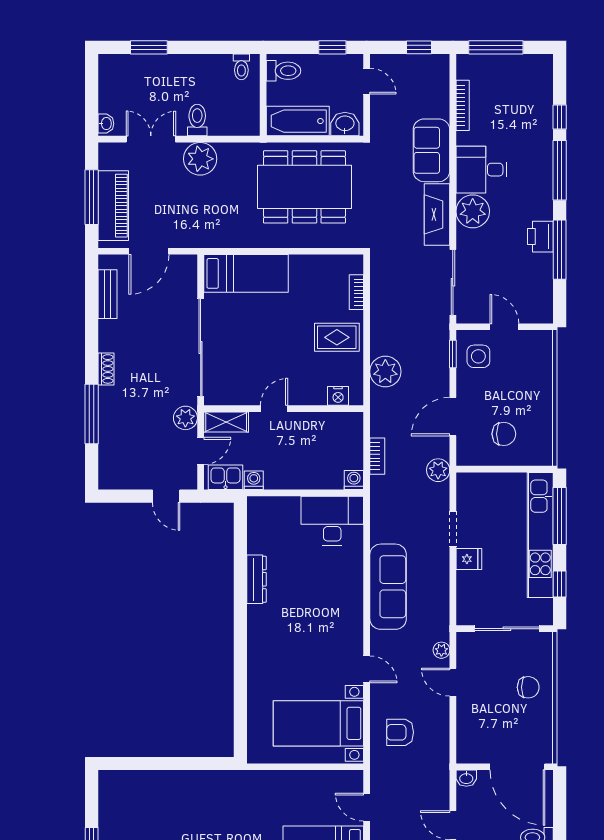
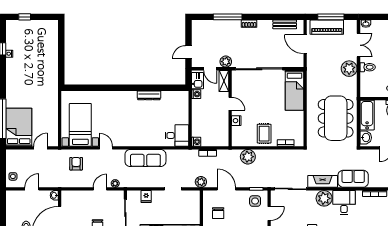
nightstand: (338, 396) -> (236, 121), moved
desk: (332, 521) -> (177, 135), width x0.73
fridge: (469, 559) -> (146, 197), moved
door: (367, 669) -> (106, 148), swing flipped

